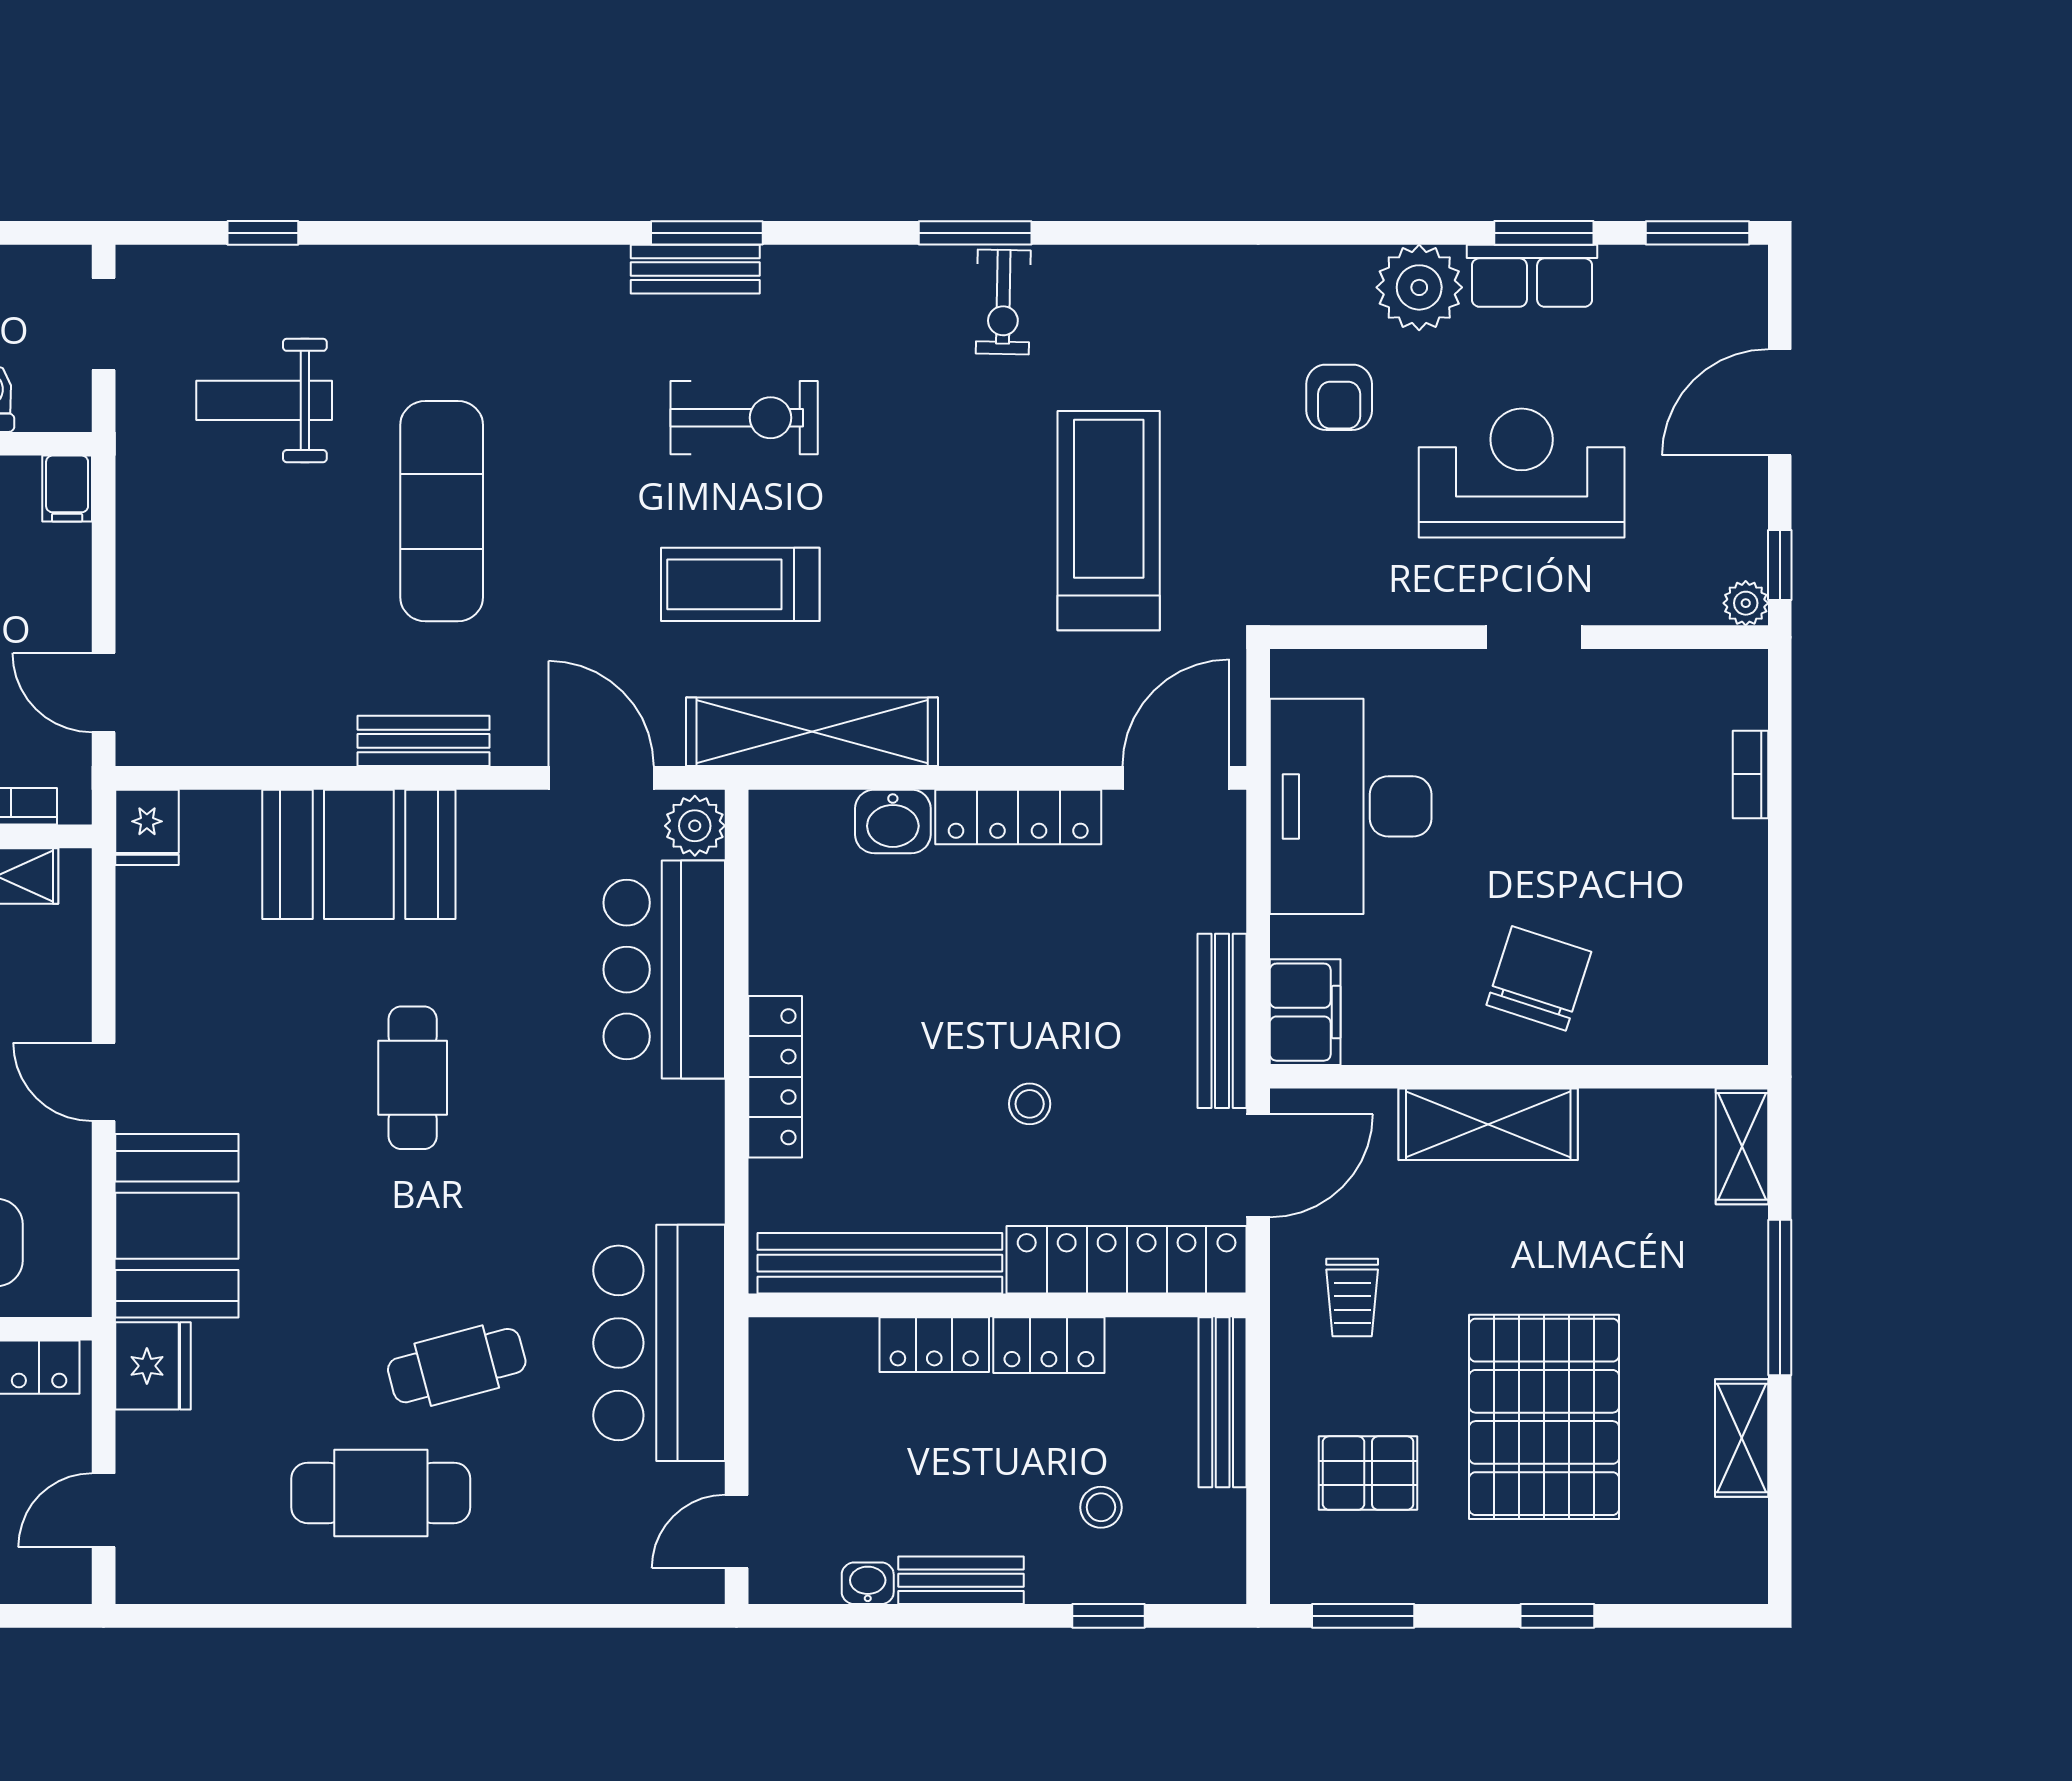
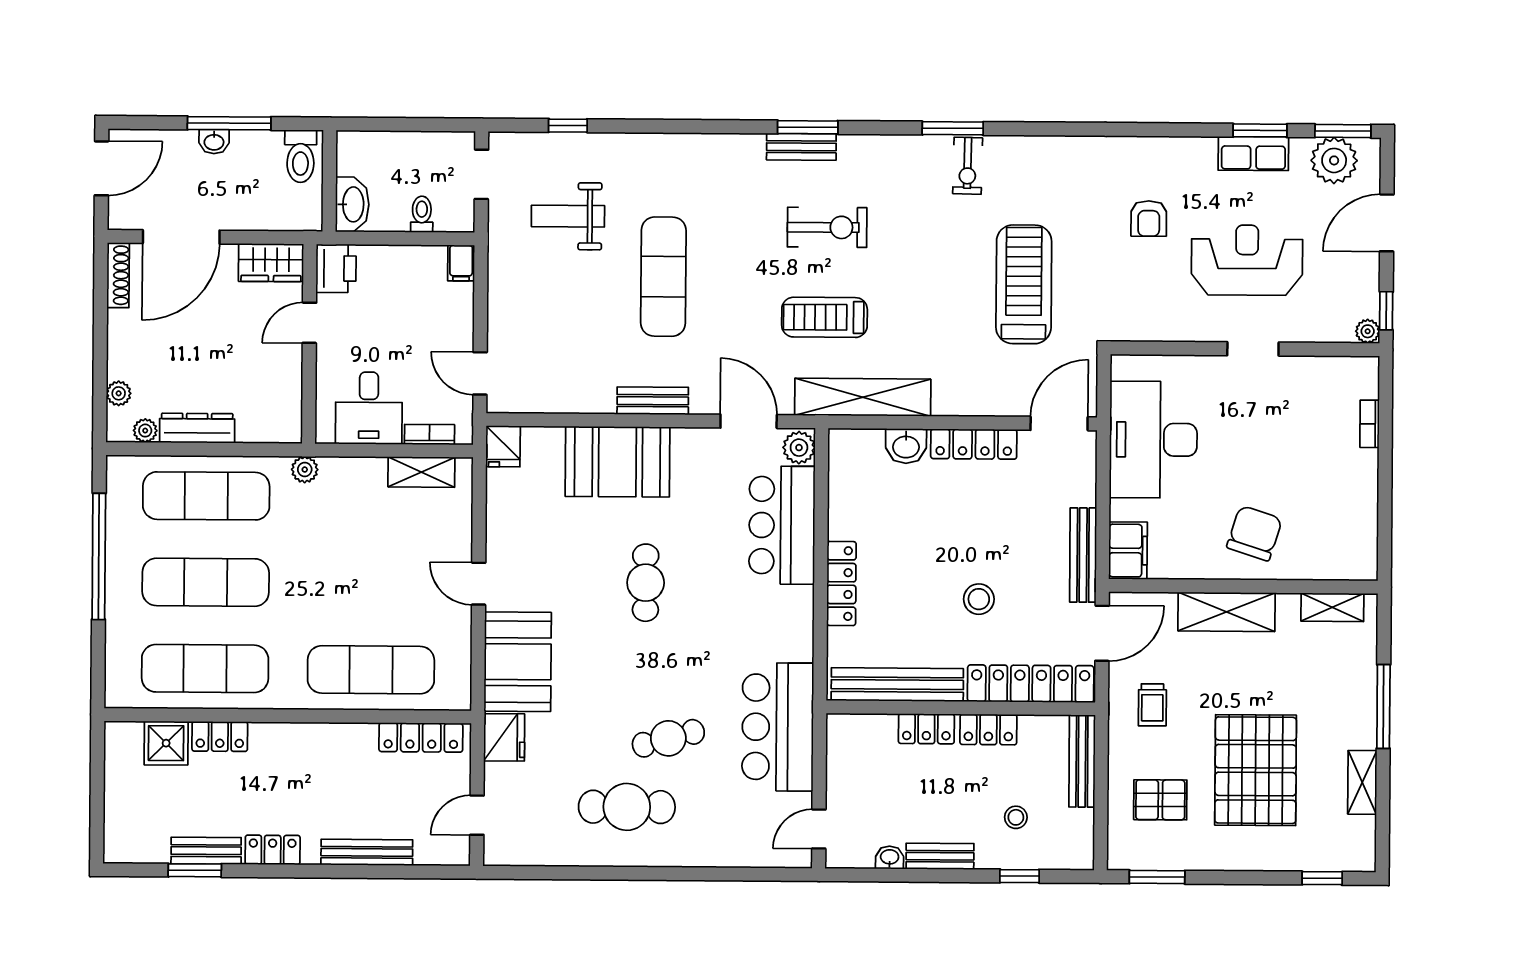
plant: (1419, 287) -> (1334, 160), moved
stool: (1030, 1104) -> (979, 599), width x1.37, depth x1.37
shelving: (1742, 1146) -> (1332, 607), moved, turned 90
window: (1557, 1616) -> (1322, 878), moved

